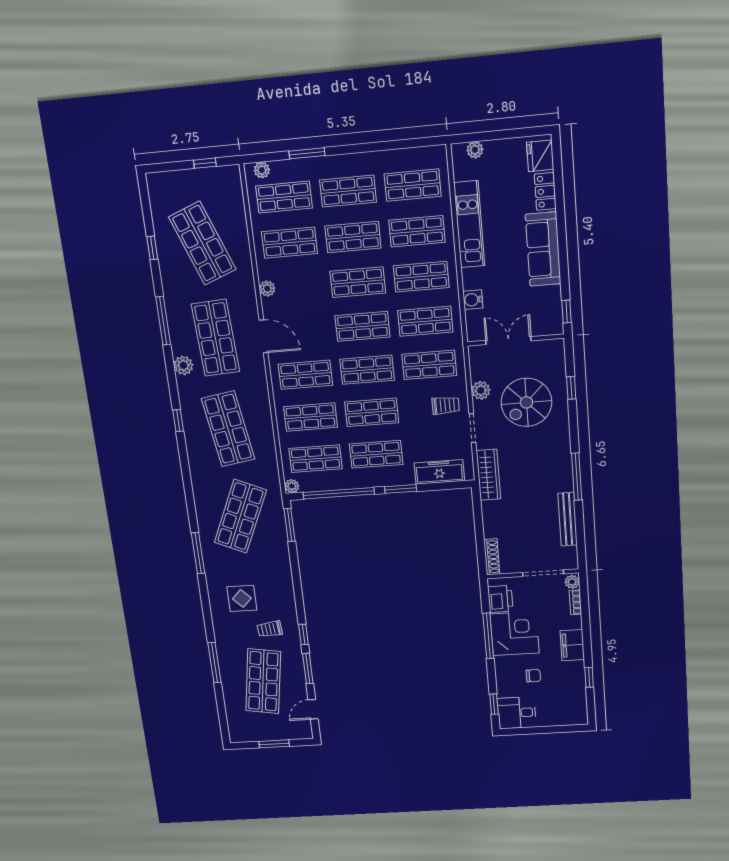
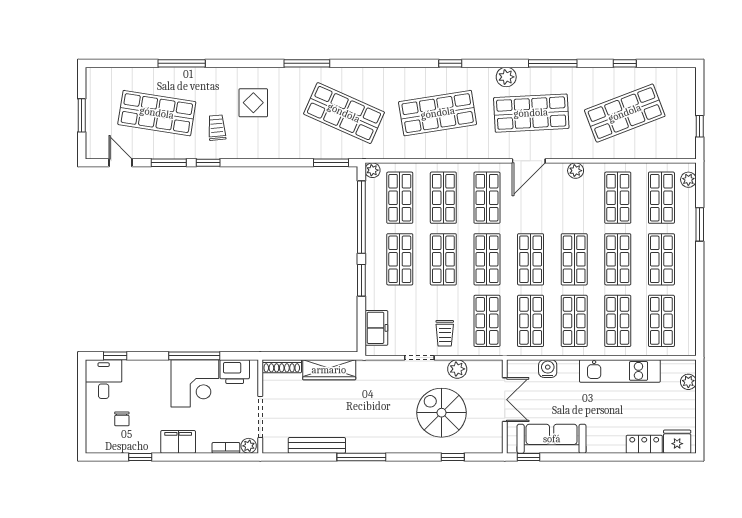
sofa: (543, 249) -> (552, 439), moved
freezer: (439, 472) -> (376, 328), width x0.71
wardrobe: (488, 475) -> (329, 370), moved
chair: (533, 676) -> (122, 419), moved

